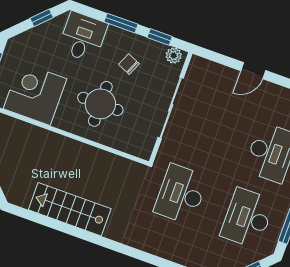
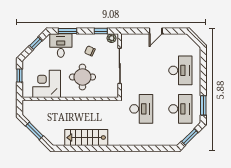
window: (121, 23) -> (68, 31), moved
desk: (181, 194) -> (141, 109), turned 180
desk: (248, 218) -> (180, 109), turned 180

